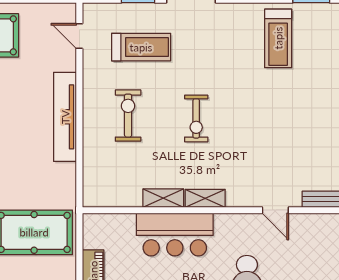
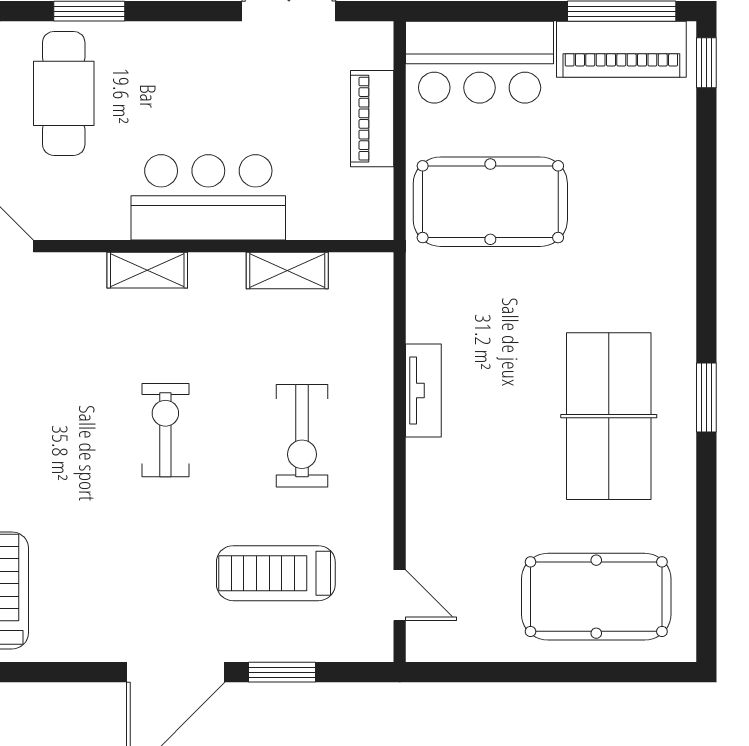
tv unit: (65, 117) -> (423, 390), width x0.52, depth x0.78
shelving: (163, 198) -> (287, 270), moved

